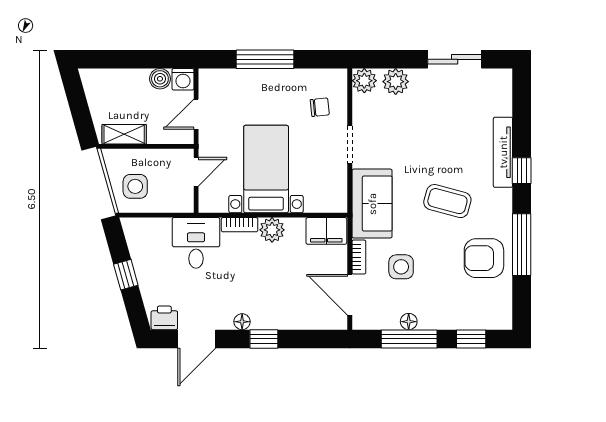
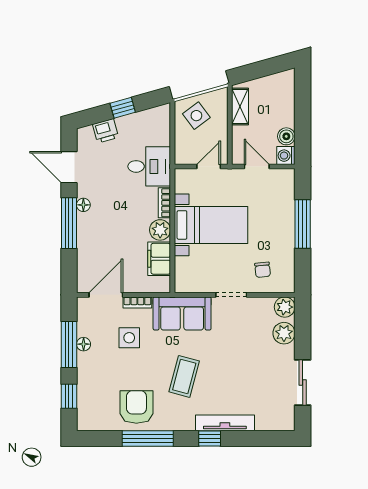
door: (196, 172) -> (209, 167), swing flipped
side table: (135, 186) -> (196, 116), turned -37
filing cabinet: (326, 231) -> (159, 259), moved
printer: (164, 318) -> (106, 131), moved, turned 74
window: (264, 339) -> (69, 223), width x2.17

